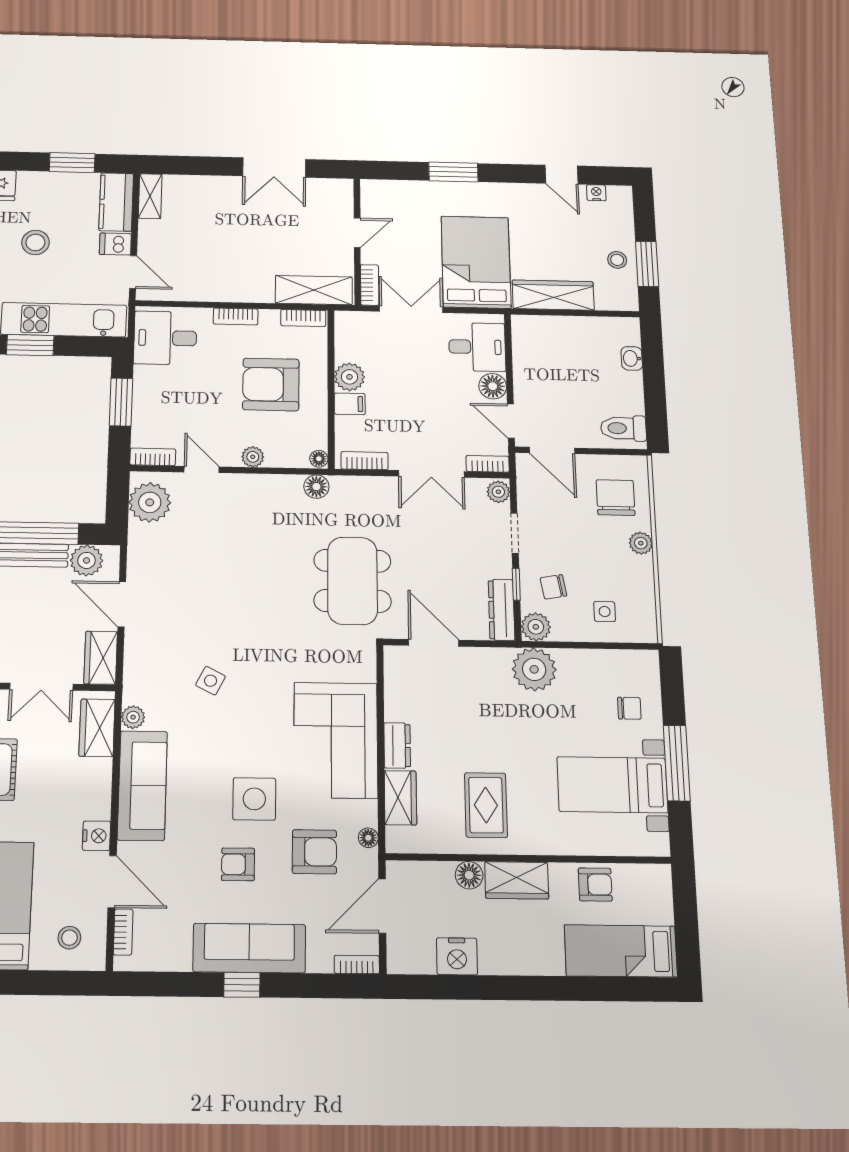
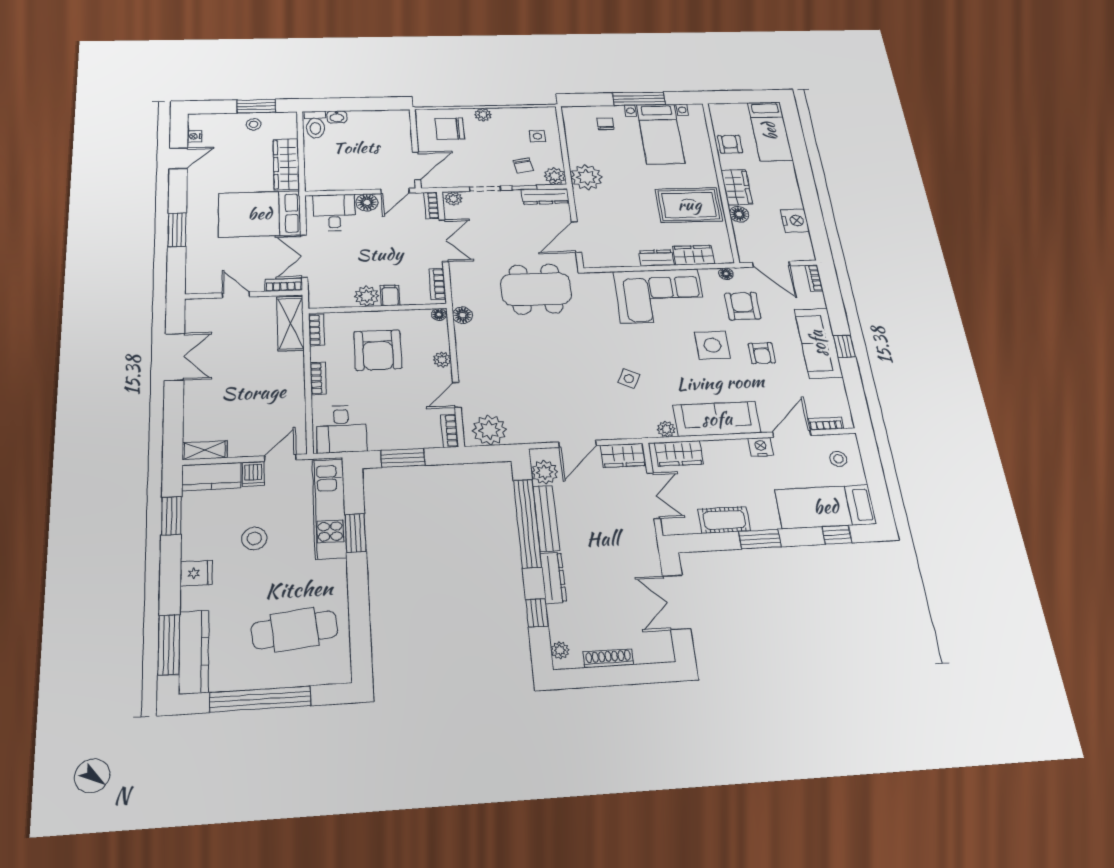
toilet: (623, 428) -> (315, 125), moved
rug: (486, 805) -> (689, 205), width x1.36, depth x1.43

